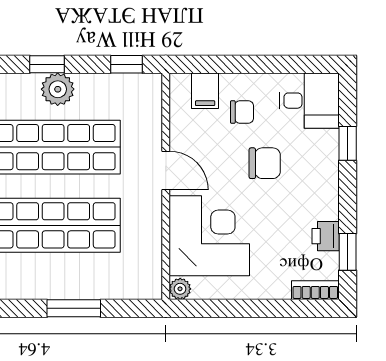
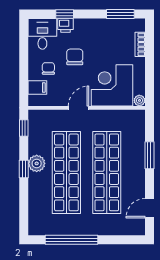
printer: (326, 236) -> (66, 25), moved
window: (348, 252) -> (120, 14), width x1.50
bookcase: (315, 290) -> (140, 44), moved

